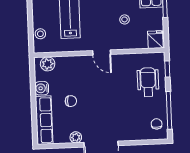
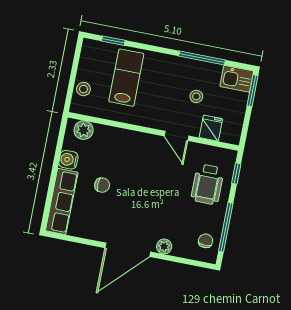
fridge: (155, 40) -> (211, 128), moved
door: (102, 53) -> (177, 136), moved
wheelchair: (148, 82) -> (207, 184), turned 180
plant: (76, 137) -> (164, 246), moved

